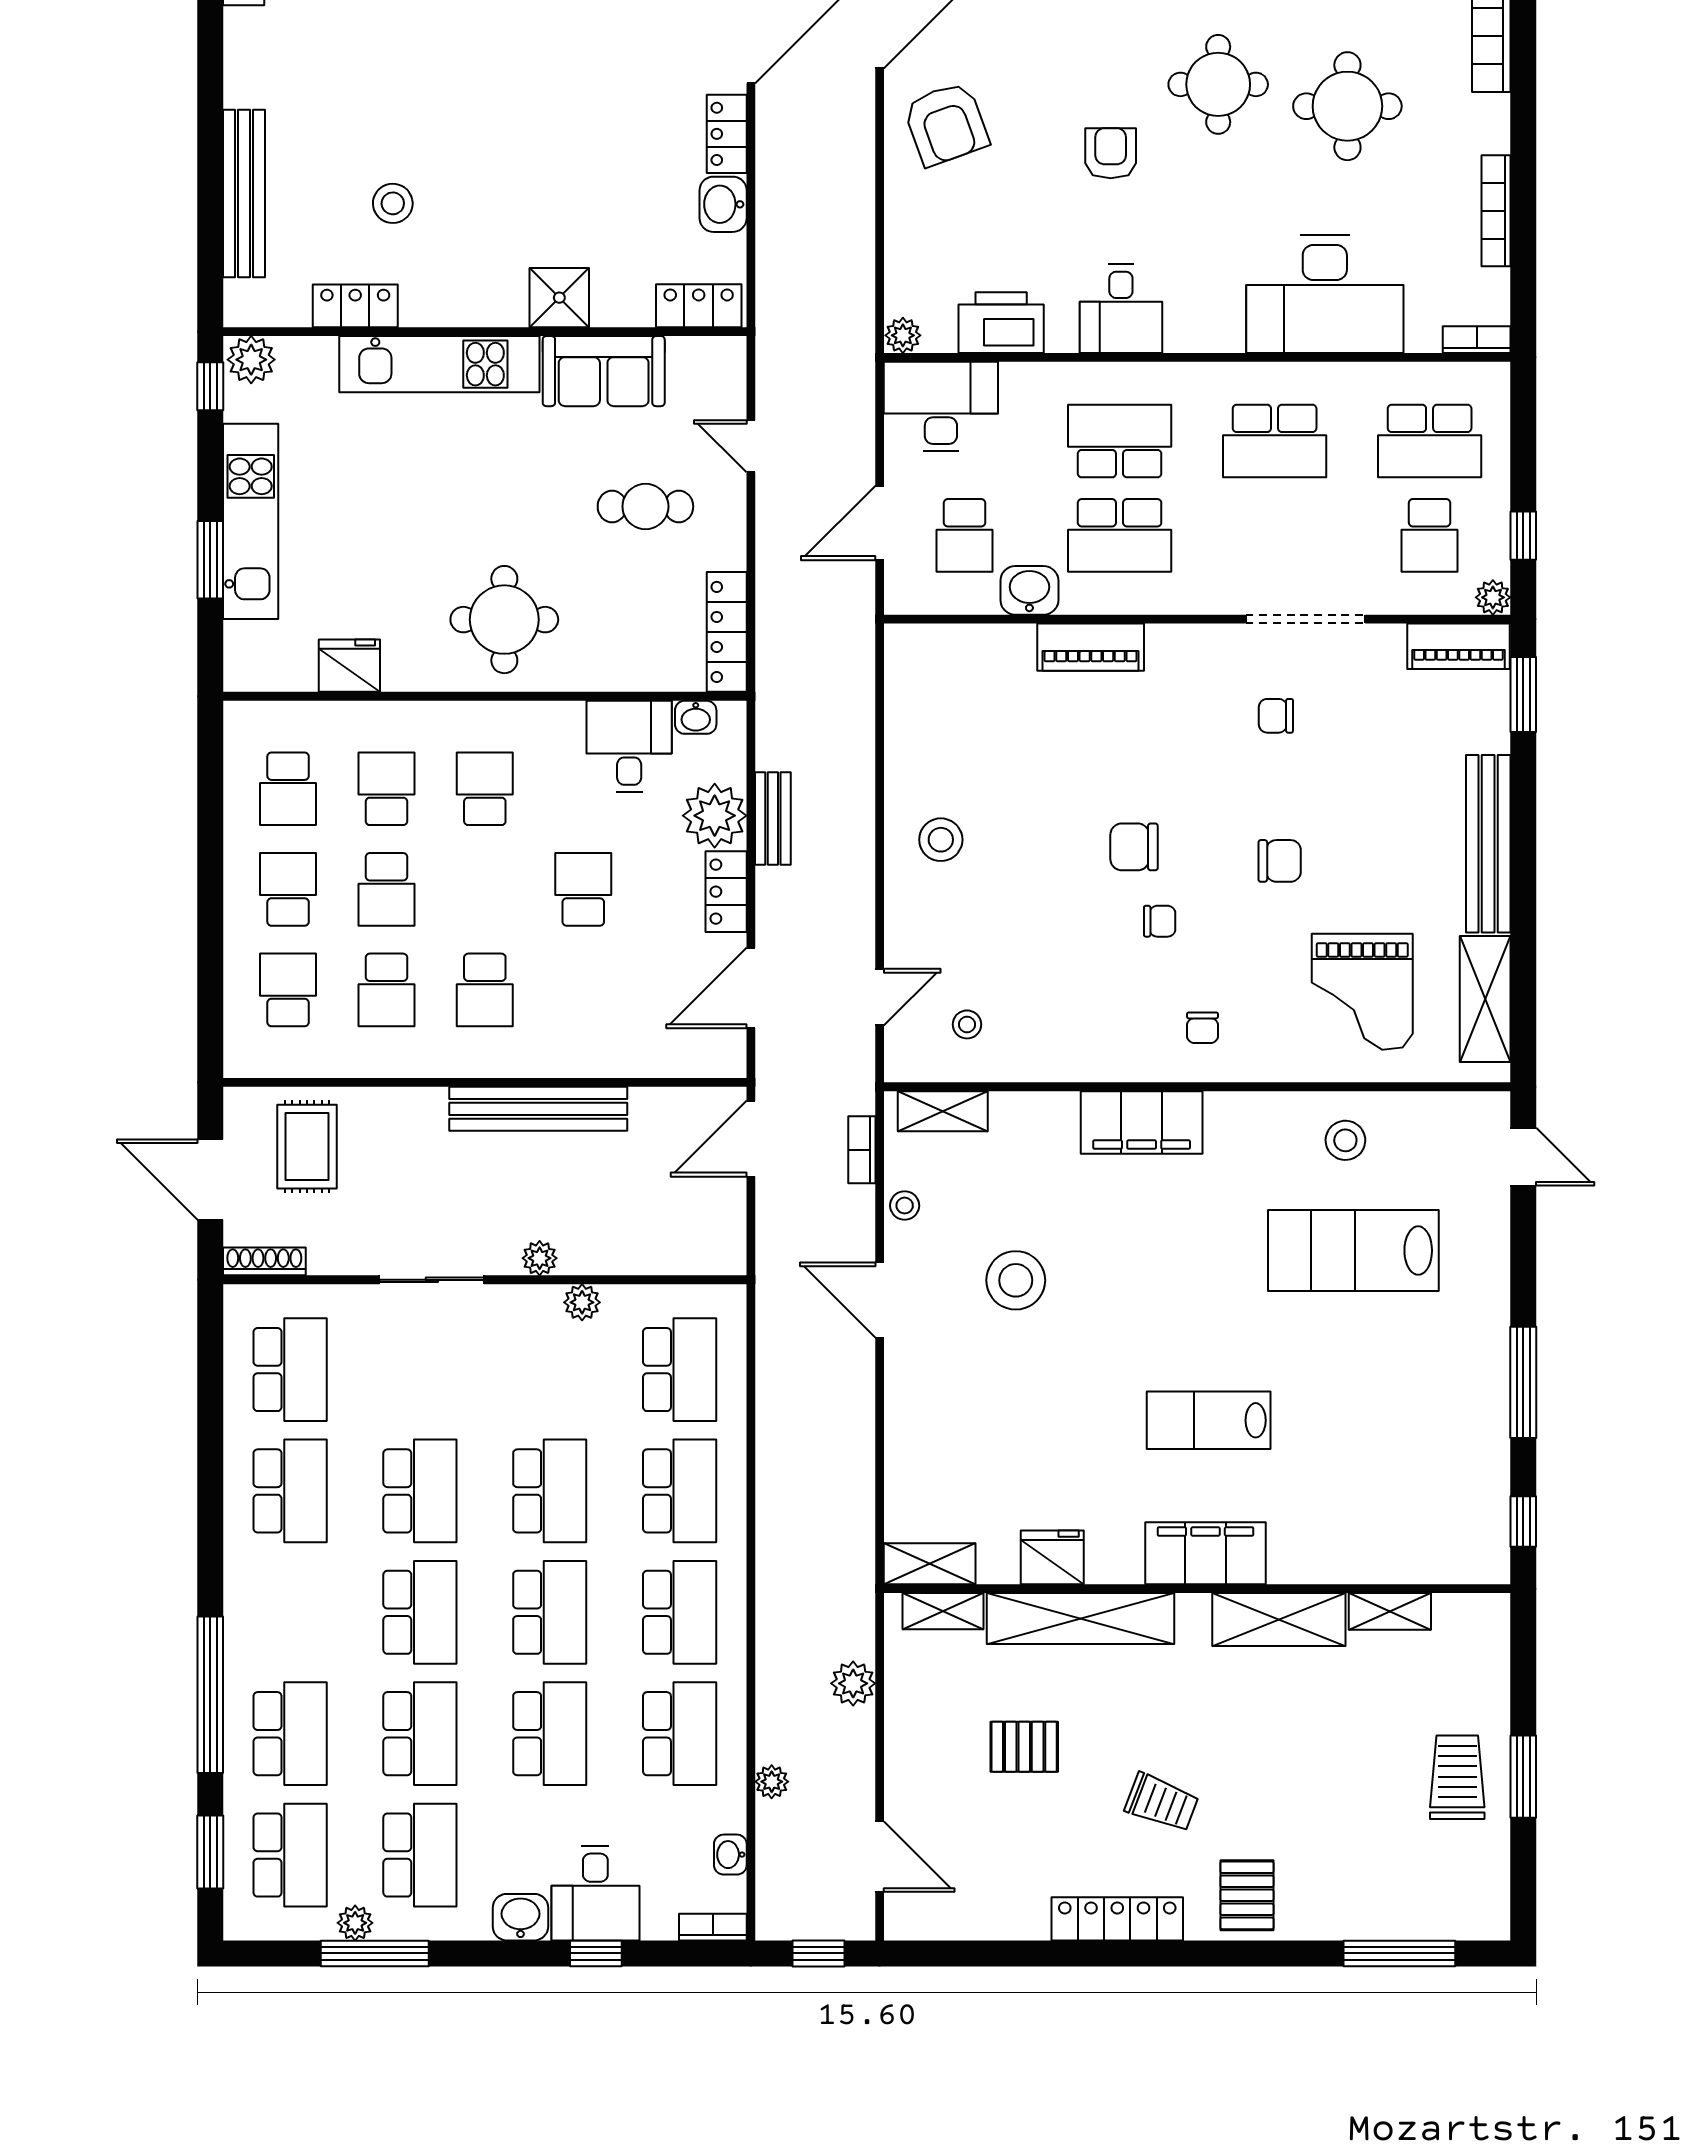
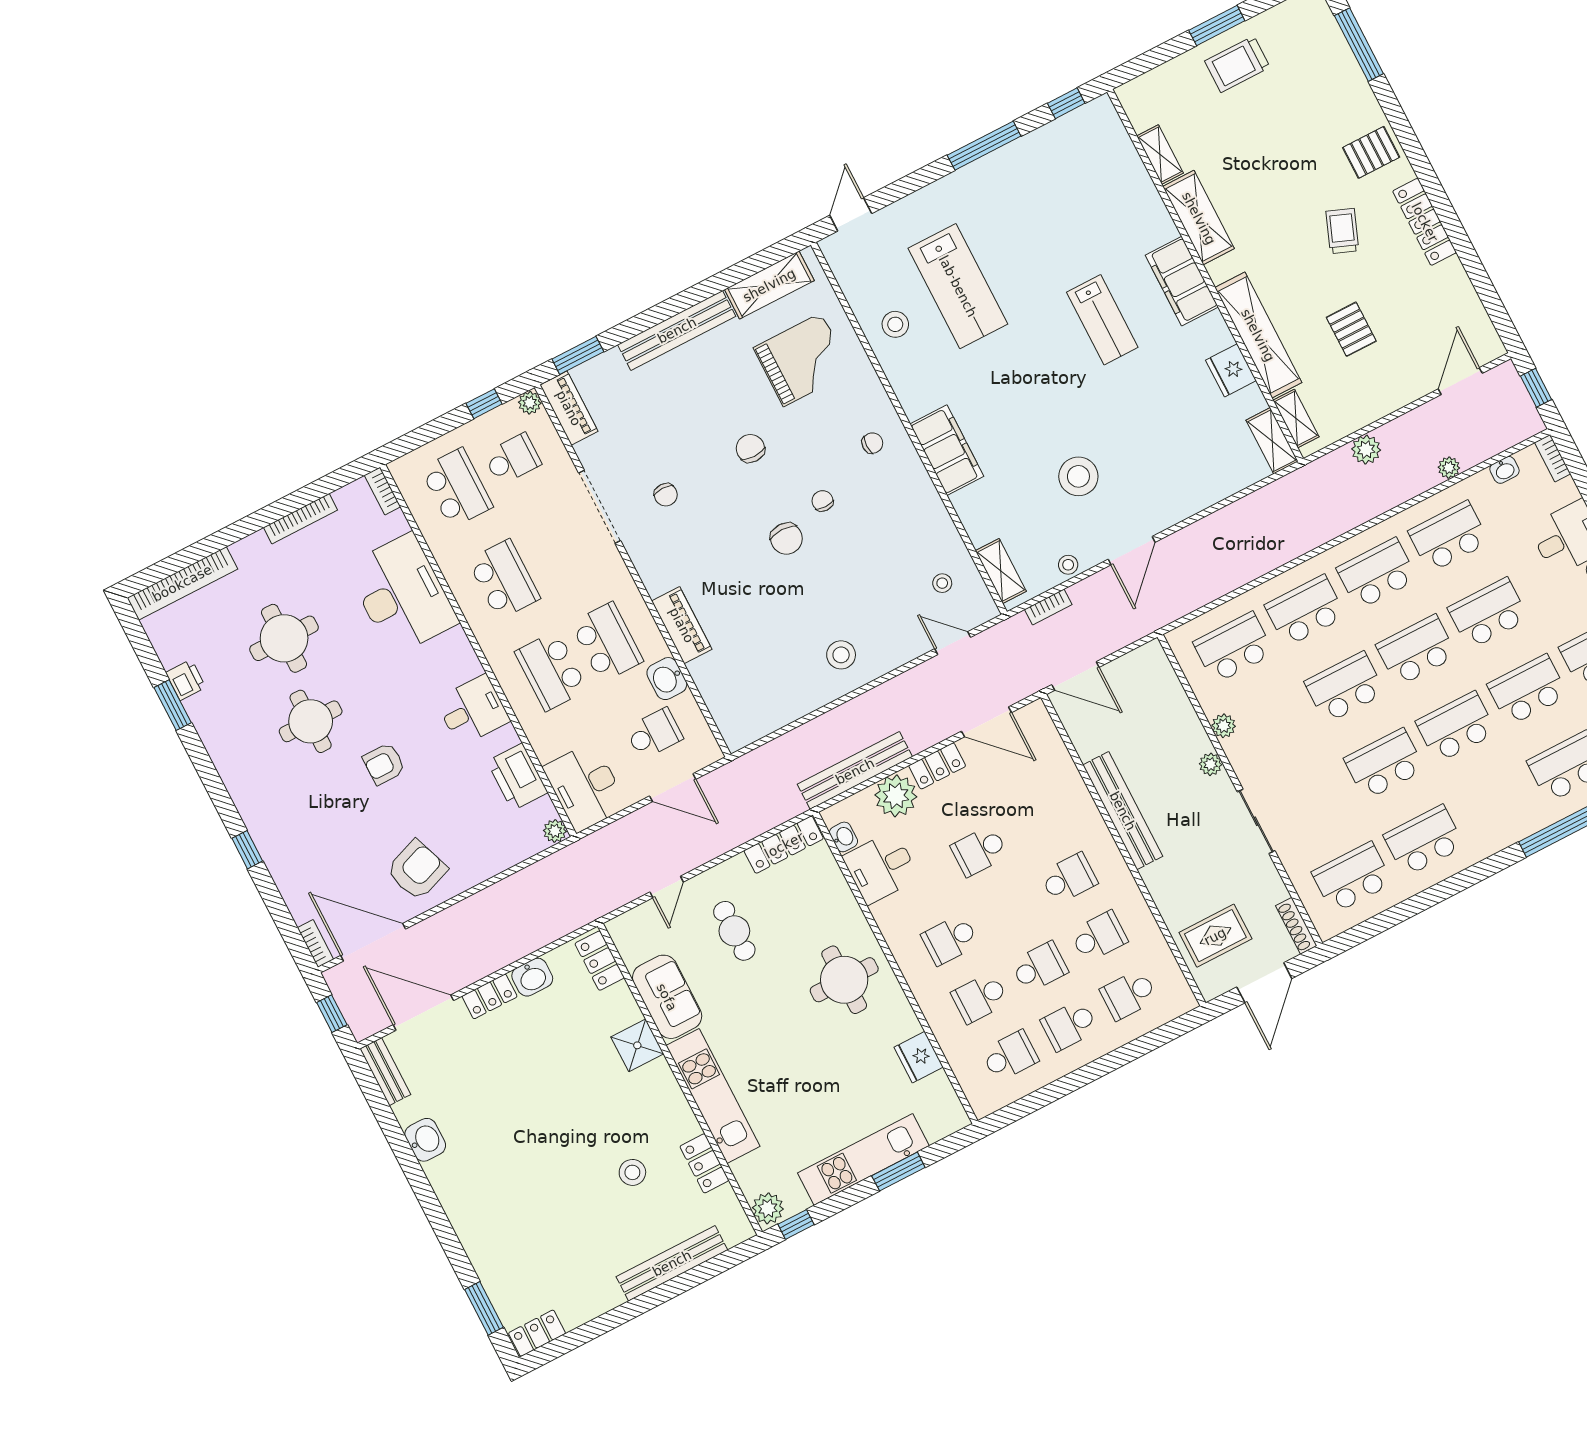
bench: (773, 818) -> (855, 771), width x1.86, depth x1.21

